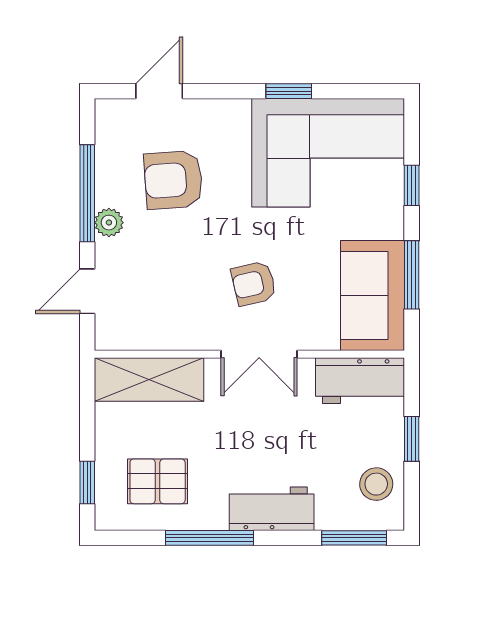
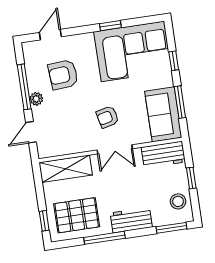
pallet: (158, 481) -> (77, 215), width x1.50, depth x1.42

